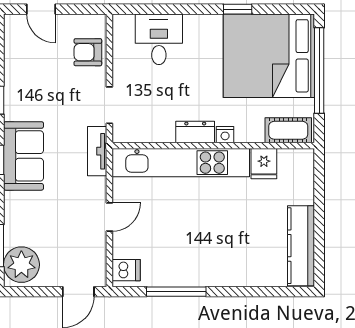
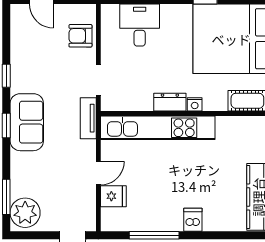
fridge: (264, 164) -> (113, 196), moved, turned -90
dishwasher: (126, 270) -> (193, 220), moved, turned -90

